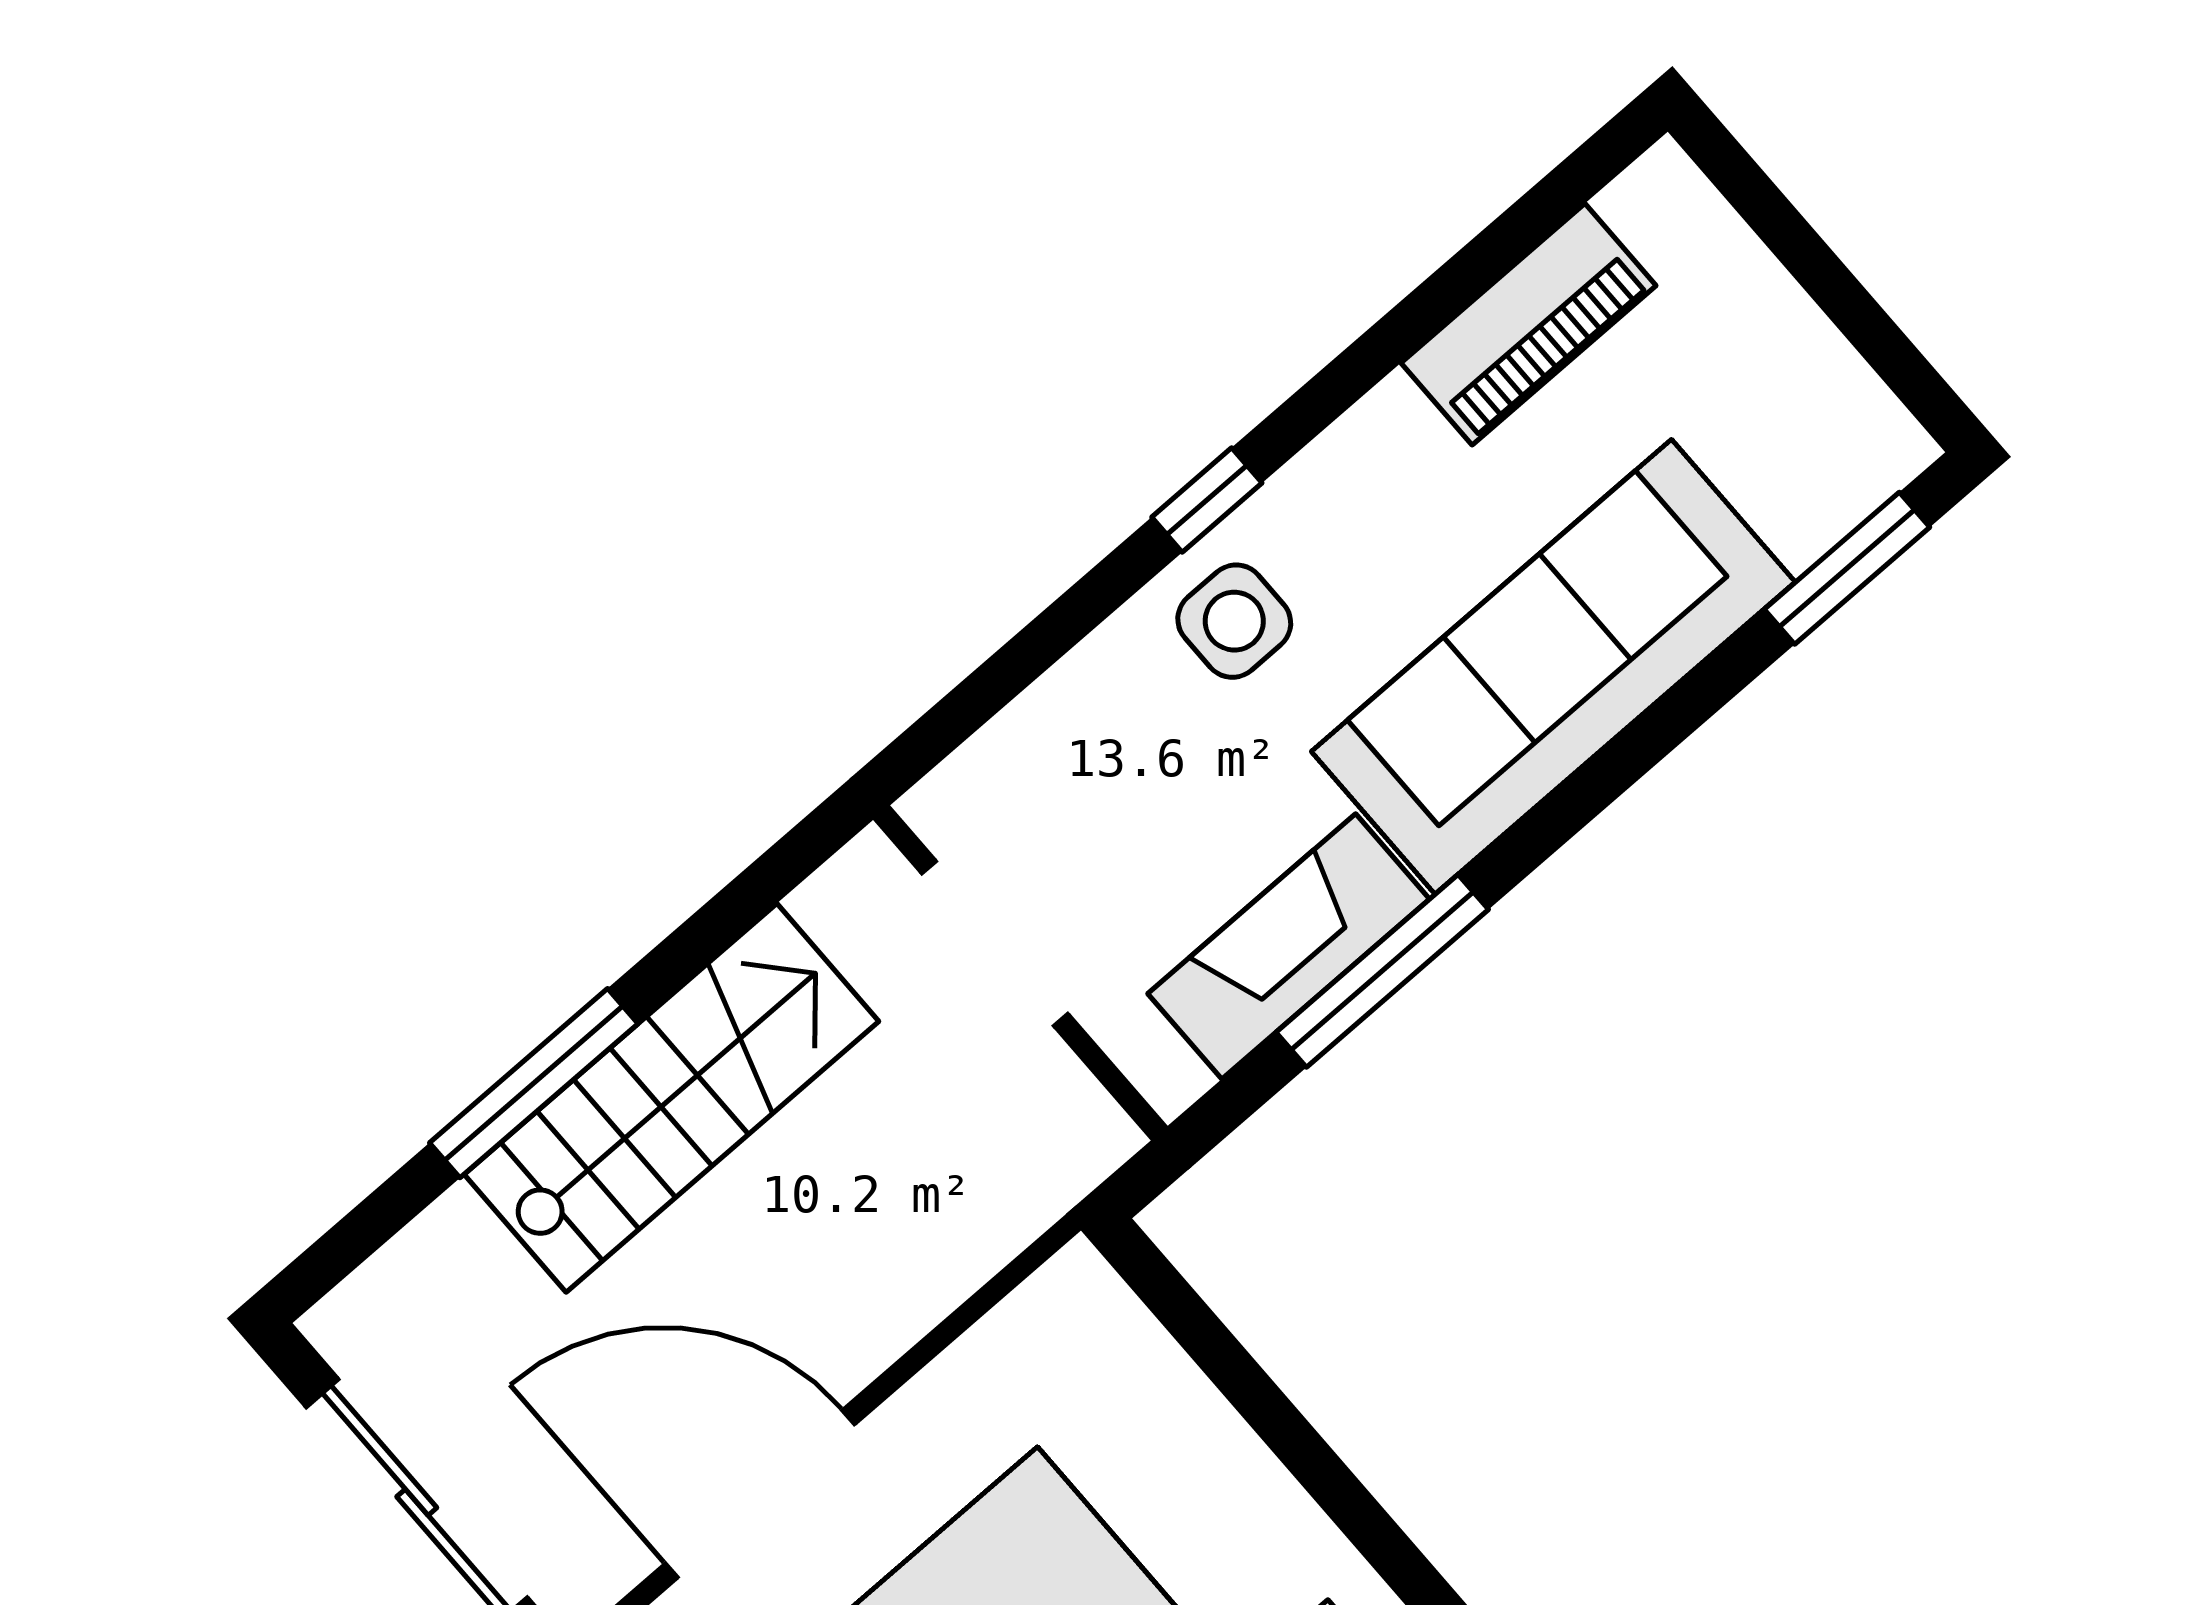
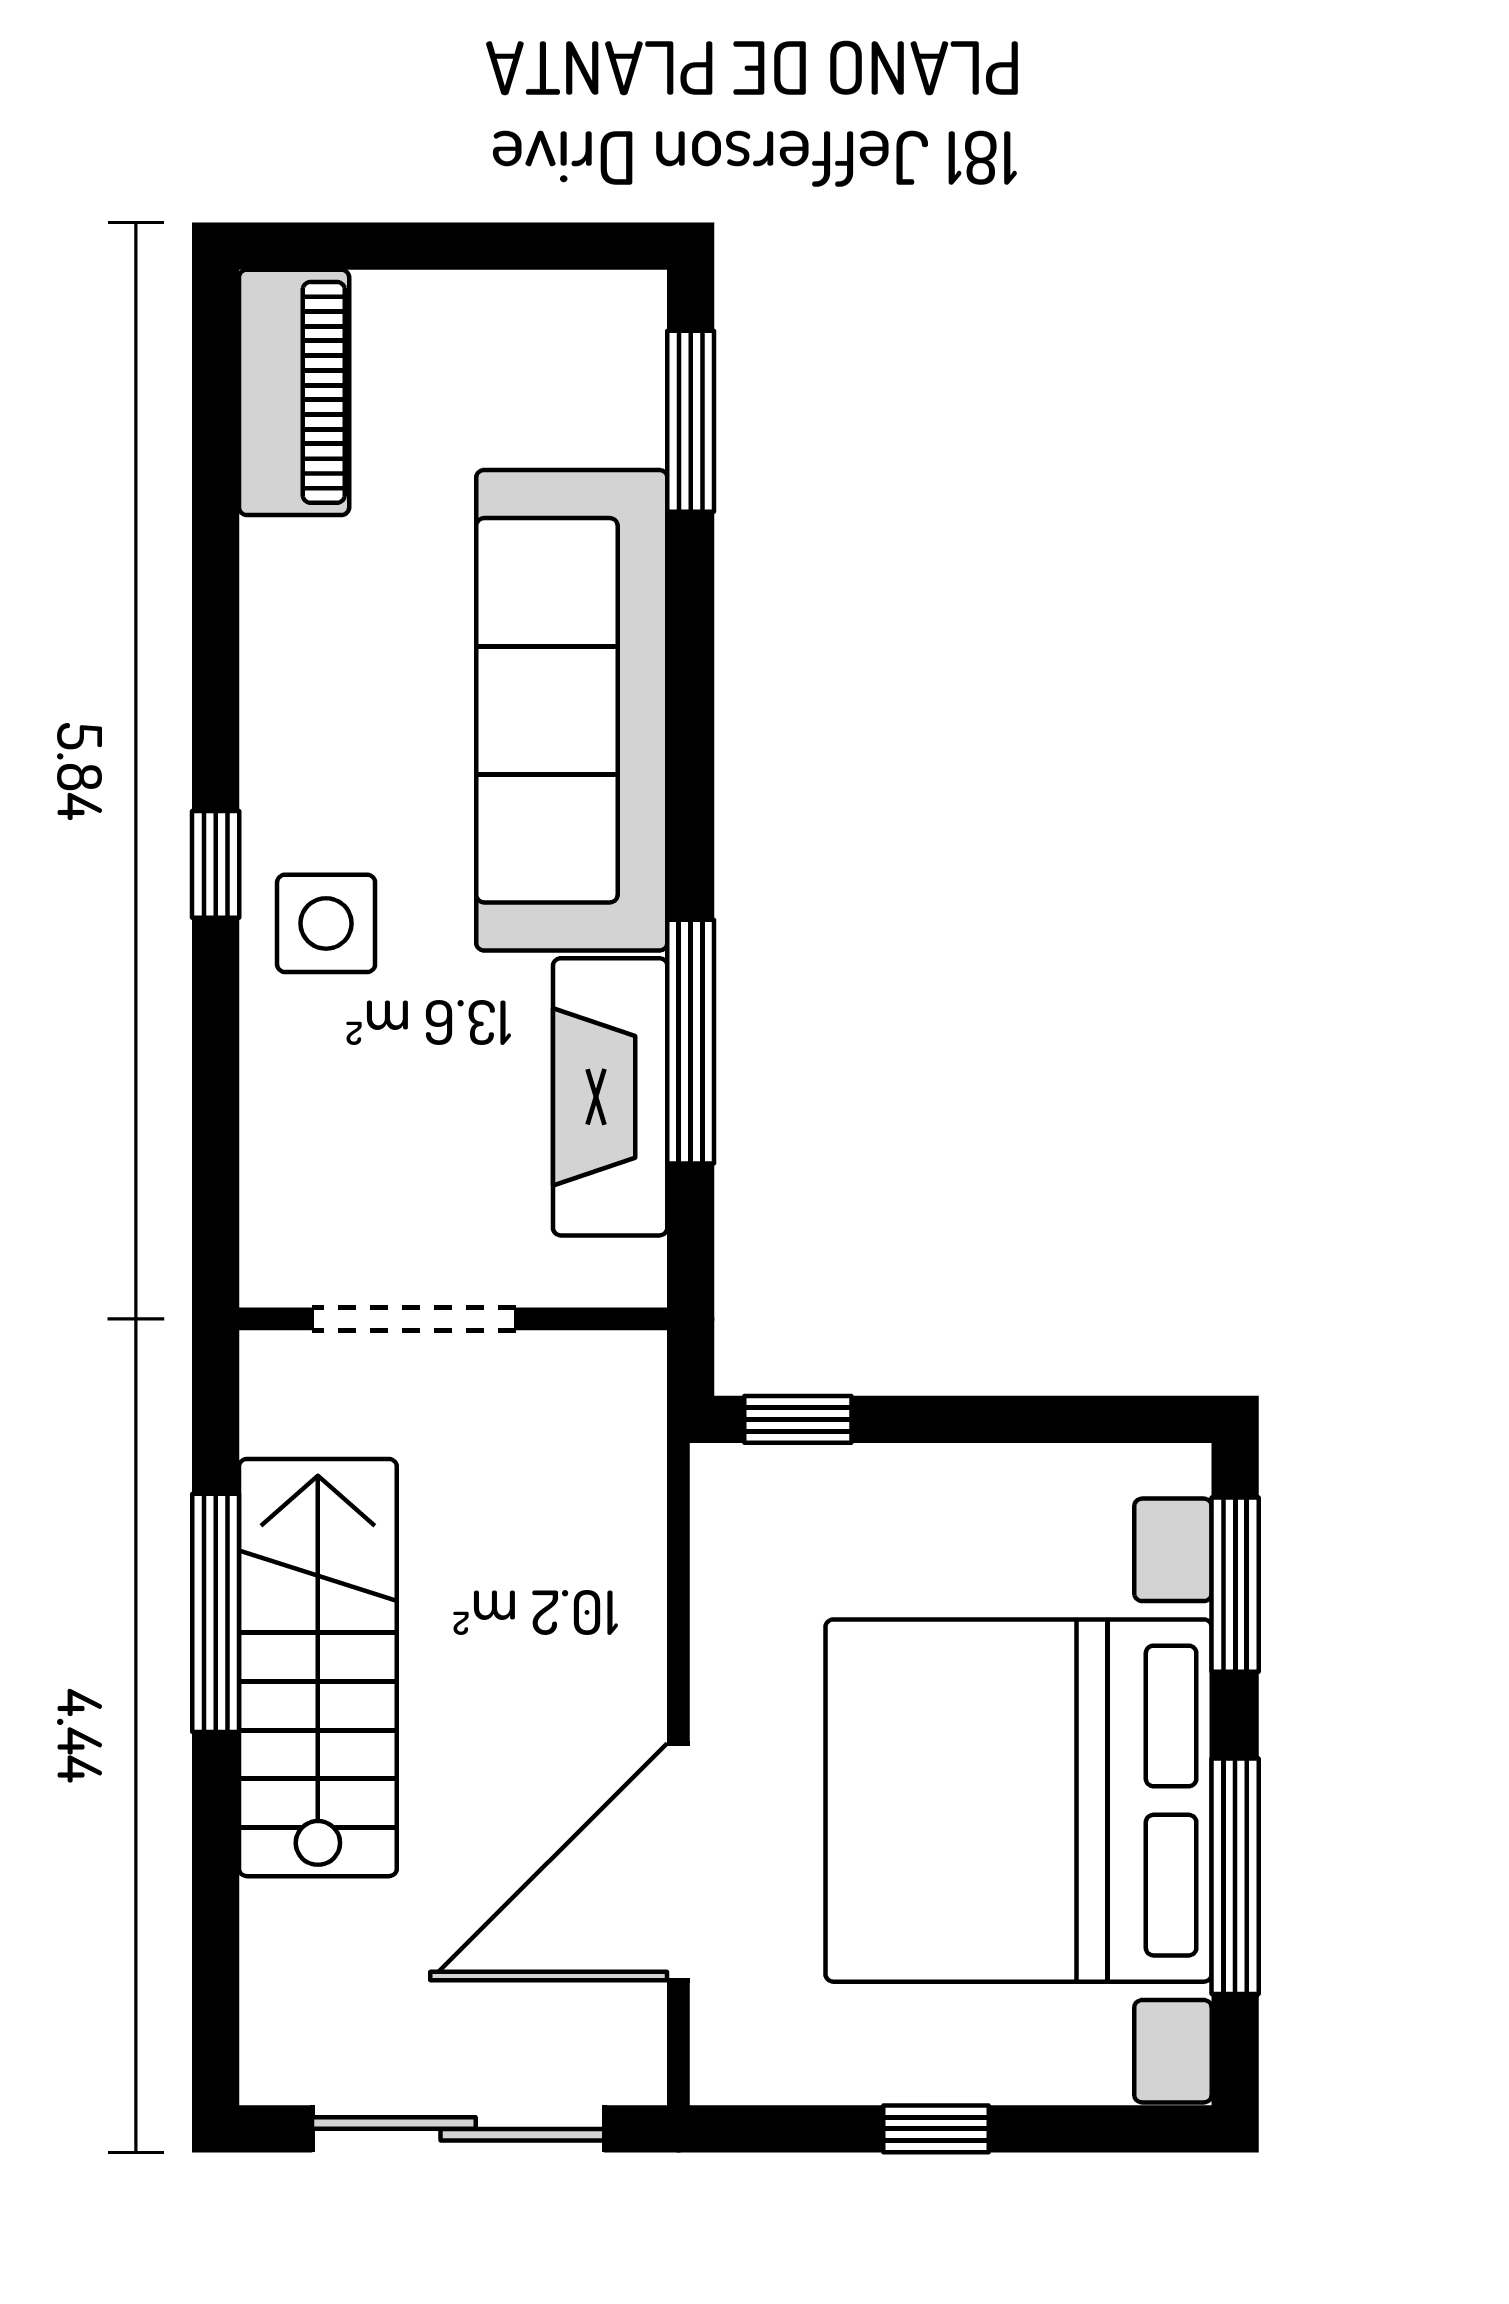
piano: (1528, 324) -> (294, 392), moved
window: (534, 1083) -> (216, 1613), moved
window: (1169, 1296) -> (798, 1419), added

